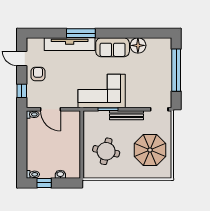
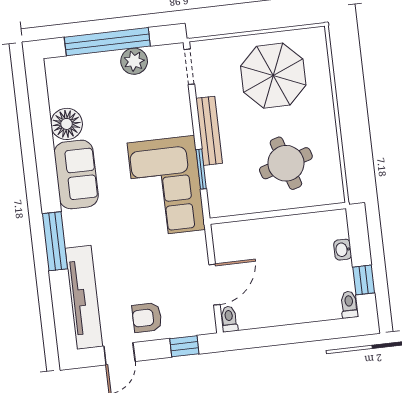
tv unit: (70, 44) -> (84, 297), moved
plant: (165, 82) -> (134, 61), added
round table: (106, 151) -> (286, 163), turned -30

